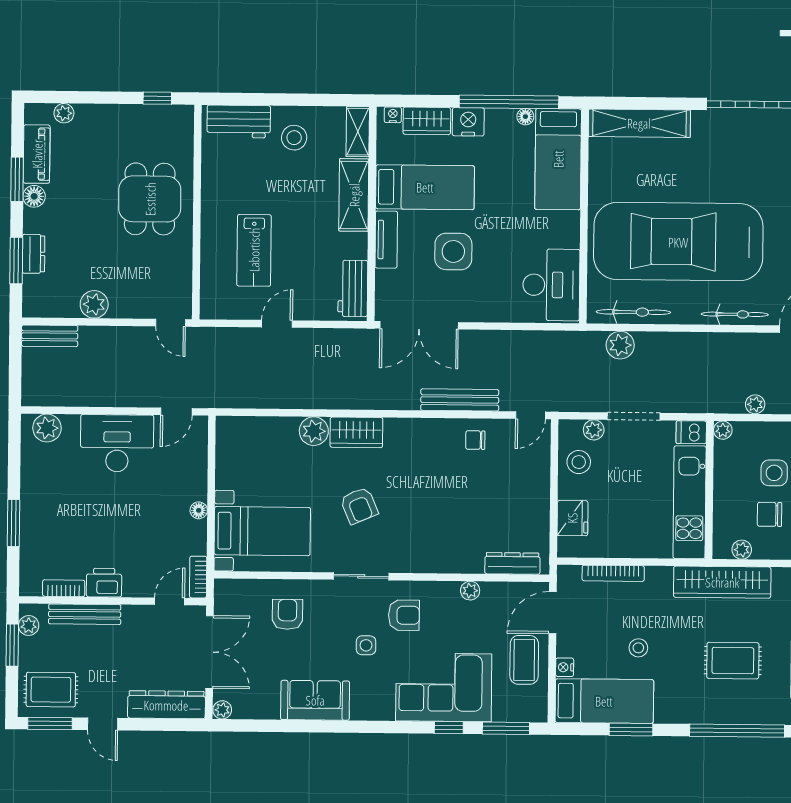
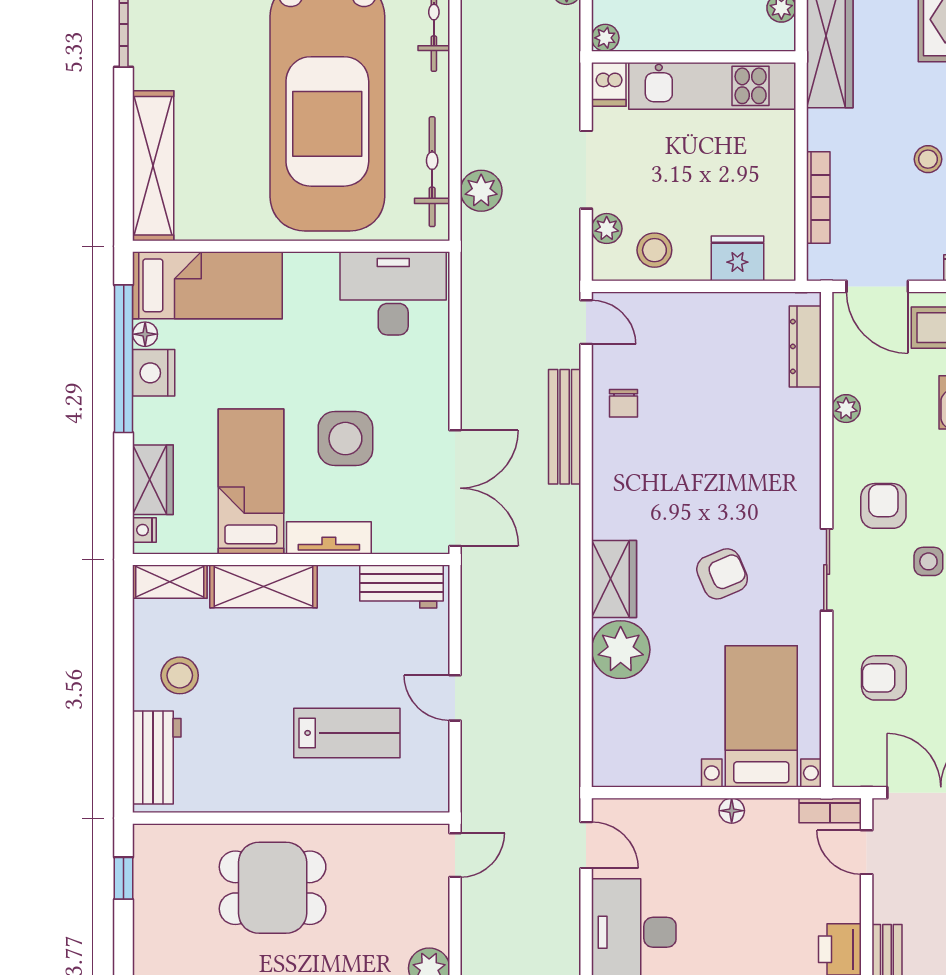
nightstand: (468, 122) -> (154, 373), moved
plant: (314, 431) -> (621, 650), width x1.36, depth x1.36

